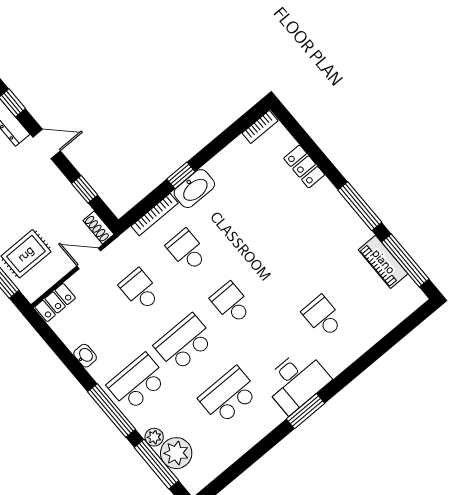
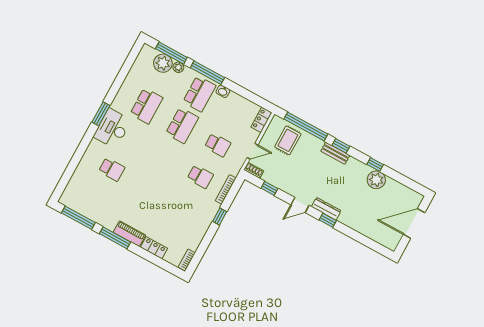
washbasin: (194, 189) -> (210, 212), removed
piano: (383, 262) -> (129, 234), moved
school desk: (231, 303) -> (165, 157), removed
washbasin: (85, 356) -> (223, 91), moved

